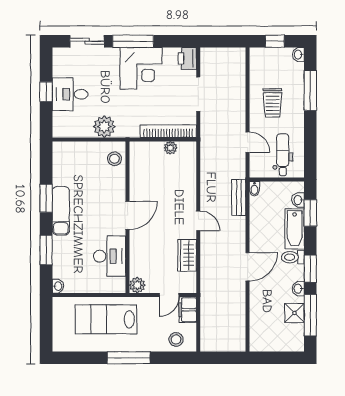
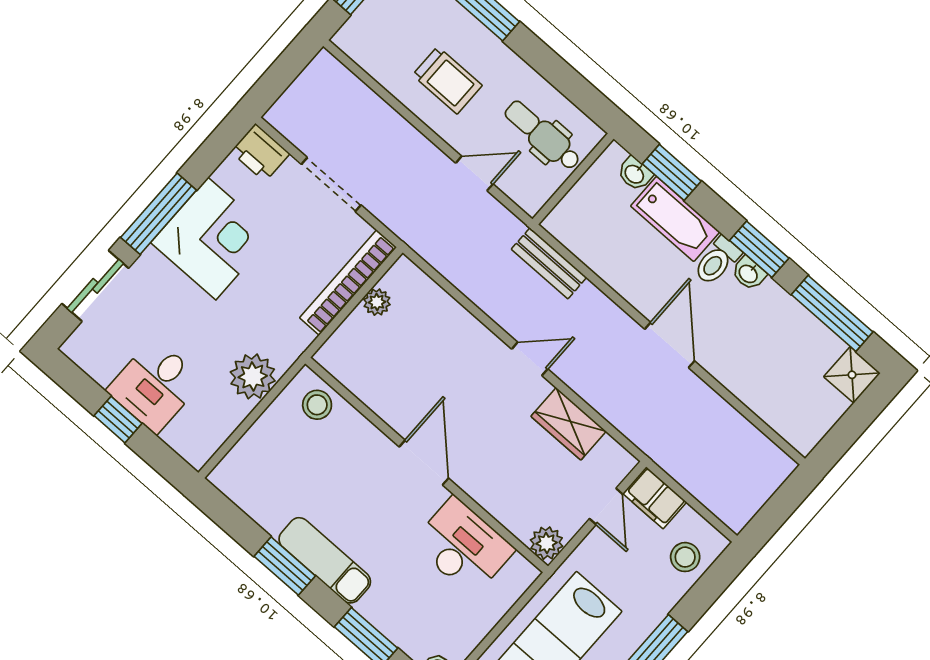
bidet: (254, 189) -> (557, 227), removed
washbasin: (298, 289) -> (749, 273), moved
shower: (294, 313) -> (852, 375), moved

